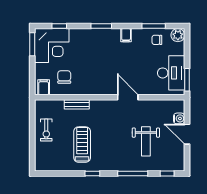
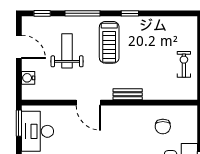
filing cabinet: (44, 87) -> (187, 114), removed
bench: (77, 104) -> (128, 94), moved
door: (187, 134) -> (19, 47), moved
treadmill: (82, 145) -> (109, 42), moved

